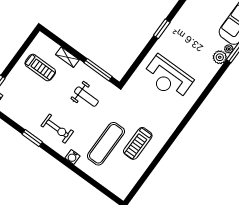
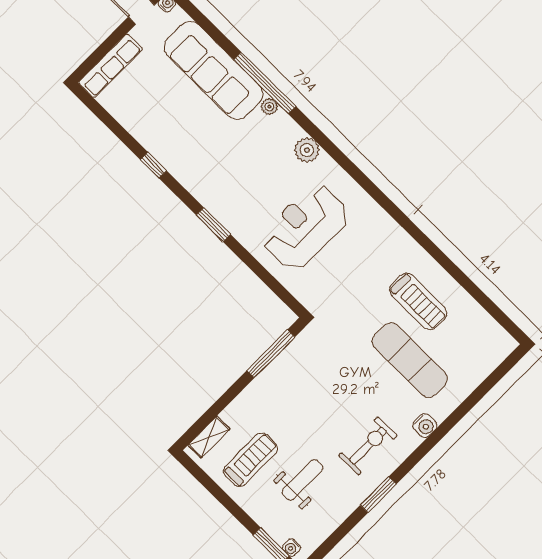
shelving: (67, 57) -> (209, 437), moved
plant: (220, 57) -> (307, 150), moved
reception desk: (168, 78) -> (305, 227), turned 180
weight bench: (86, 97) -> (302, 480), moved

